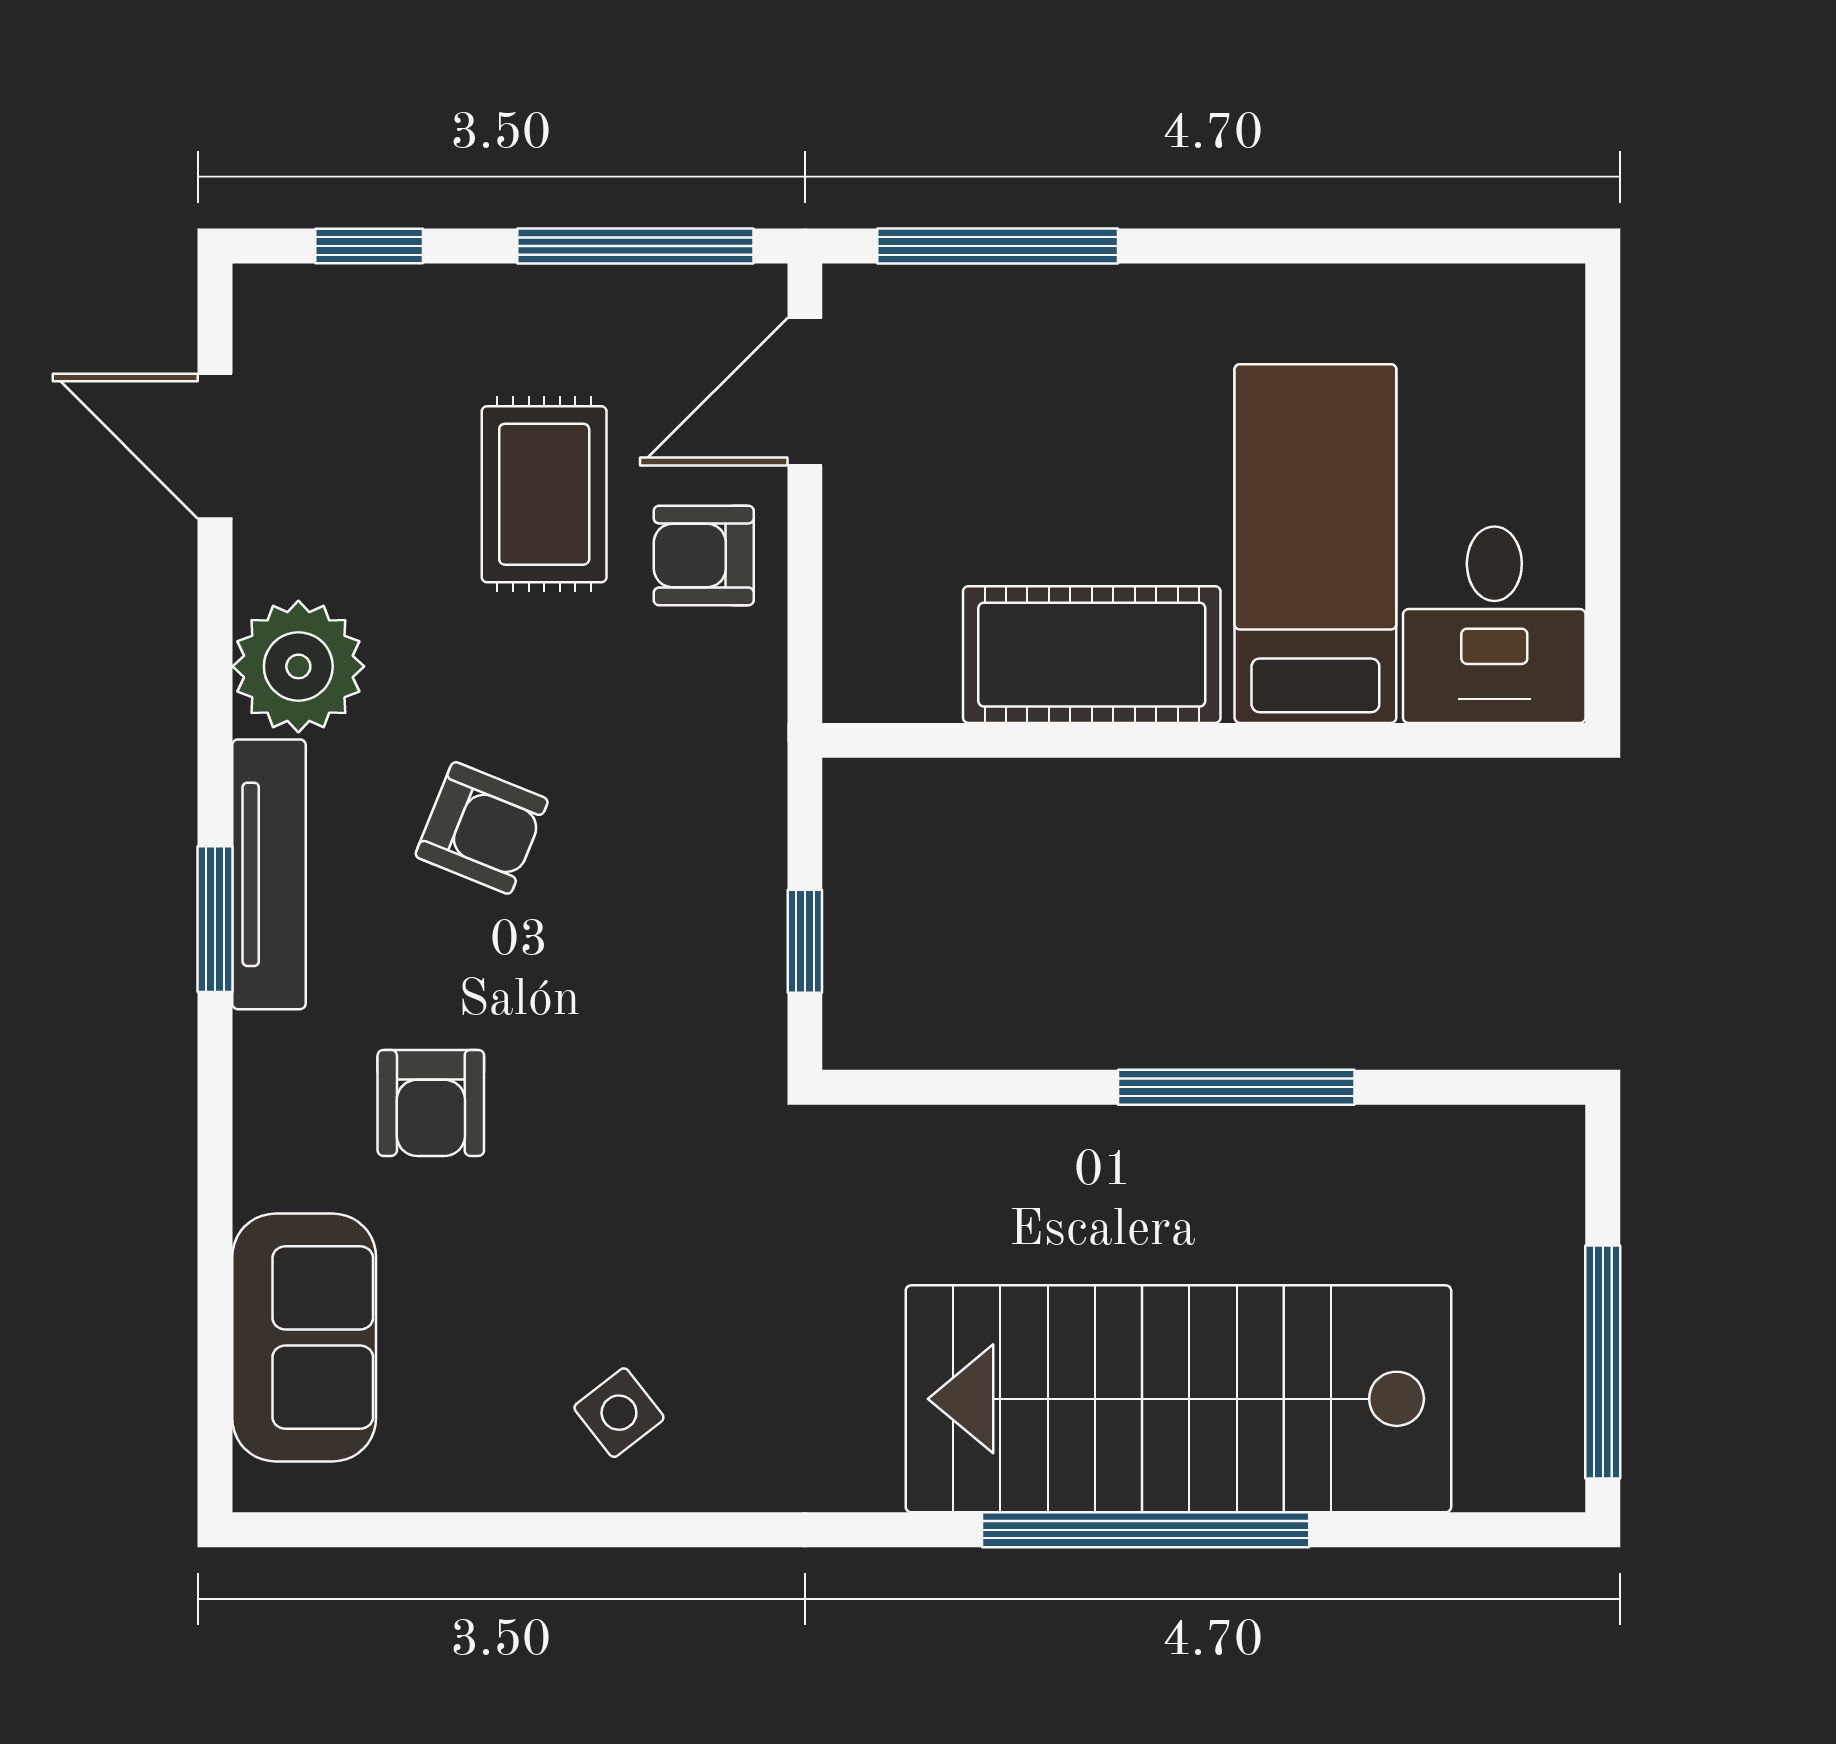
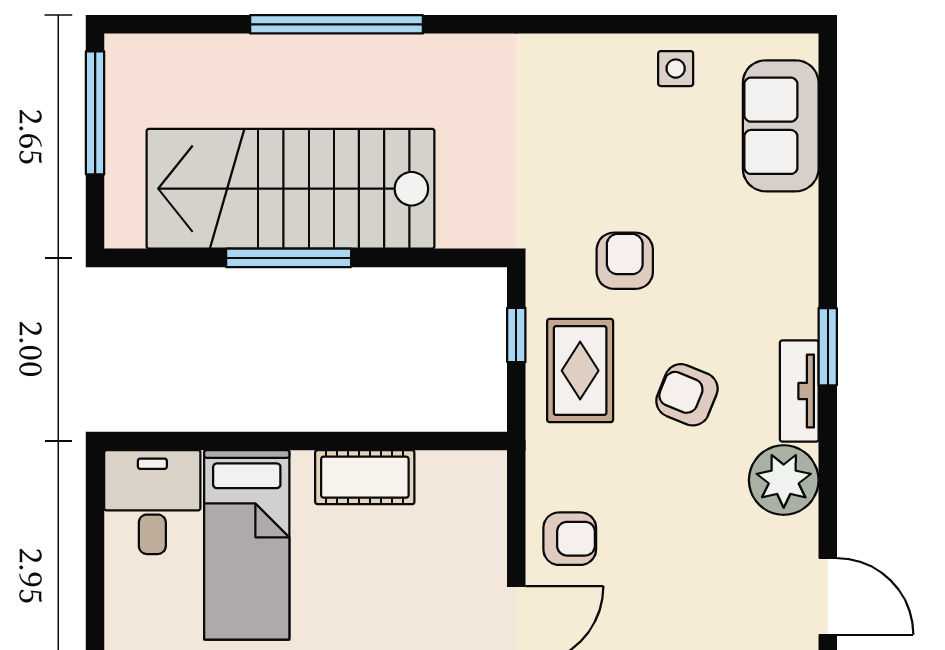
rug: (544, 494) -> (580, 371), moved
cot: (1092, 655) -> (365, 477), width x0.73, depth x0.75
tv unit: (269, 874) -> (799, 391), width x0.71
armchair: (431, 1103) -> (625, 261), moved
stairs: (1178, 1399) -> (291, 189), moved, turned 180
side table: (619, 1413) -> (676, 69), moved, turned 38

